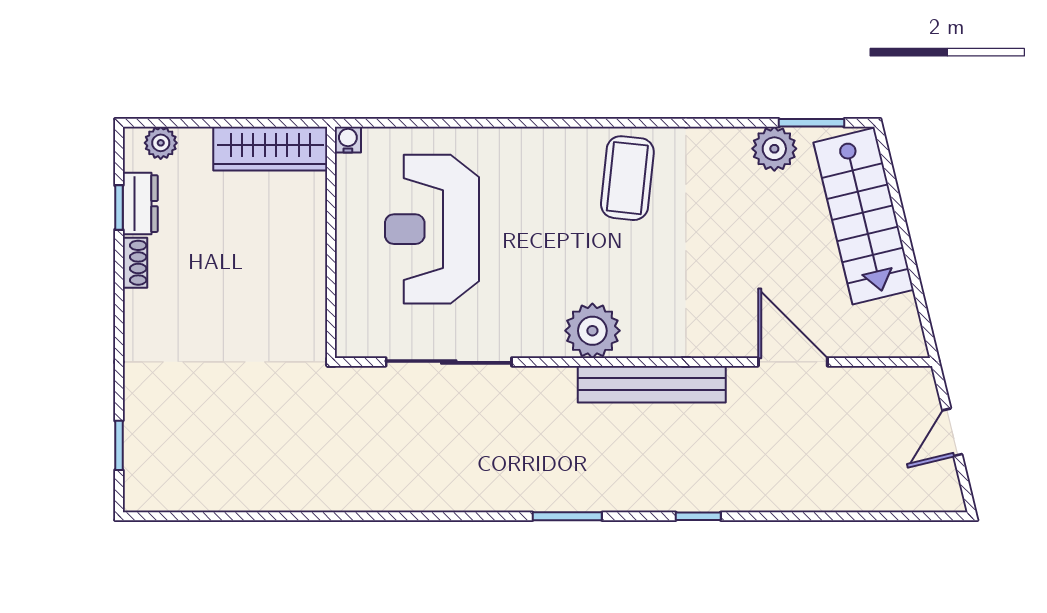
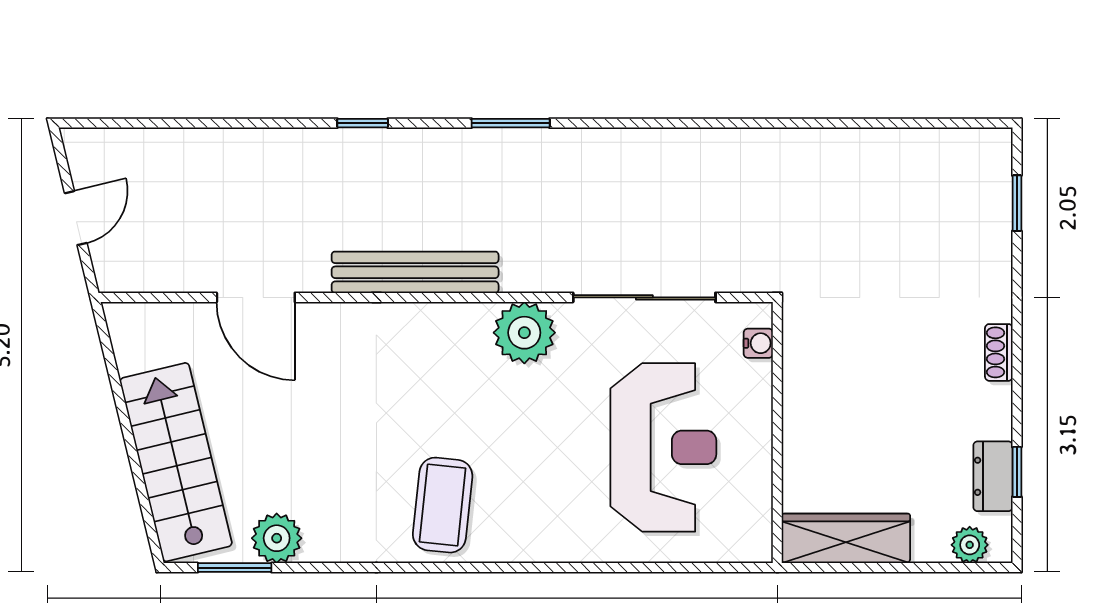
water cooler: (348, 140) -> (758, 343), moved, turned -90
shoe rack: (135, 263) -> (999, 352), moved
plant: (592, 331) -> (524, 333), moved

